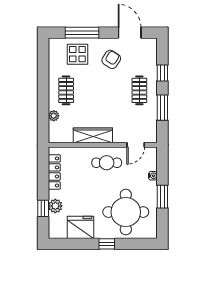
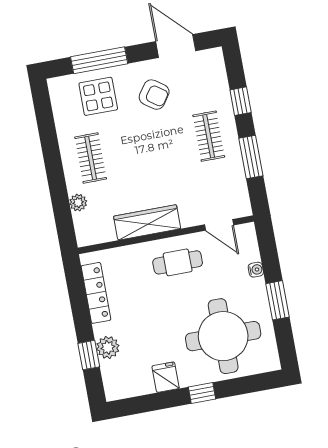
armchair: (111, 59) -> (154, 95), turned 92
door: (136, 145) -> (219, 225), hinge flipped
fridge: (80, 227) -> (166, 377), width x0.53, depth x0.75

